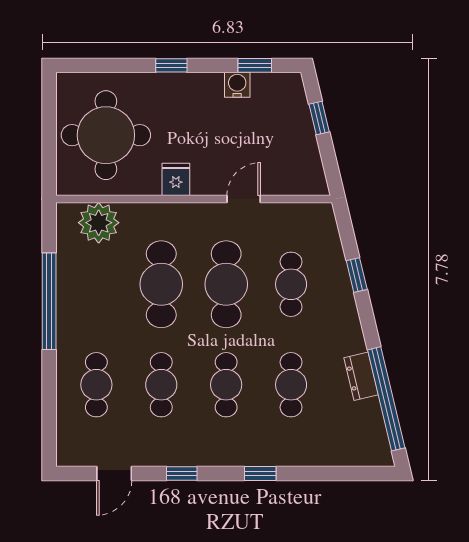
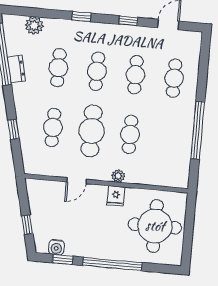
window: (171, 65) -> (112, 264), width x3.17
water cooler: (237, 85) -> (56, 247), moved
plant: (99, 223) -> (118, 176), moved, width x0.53, depth x0.53
cafe table: (161, 284) -> (130, 134), width x0.73, depth x0.74
plant: (338, 451) -> (34, 26), added

